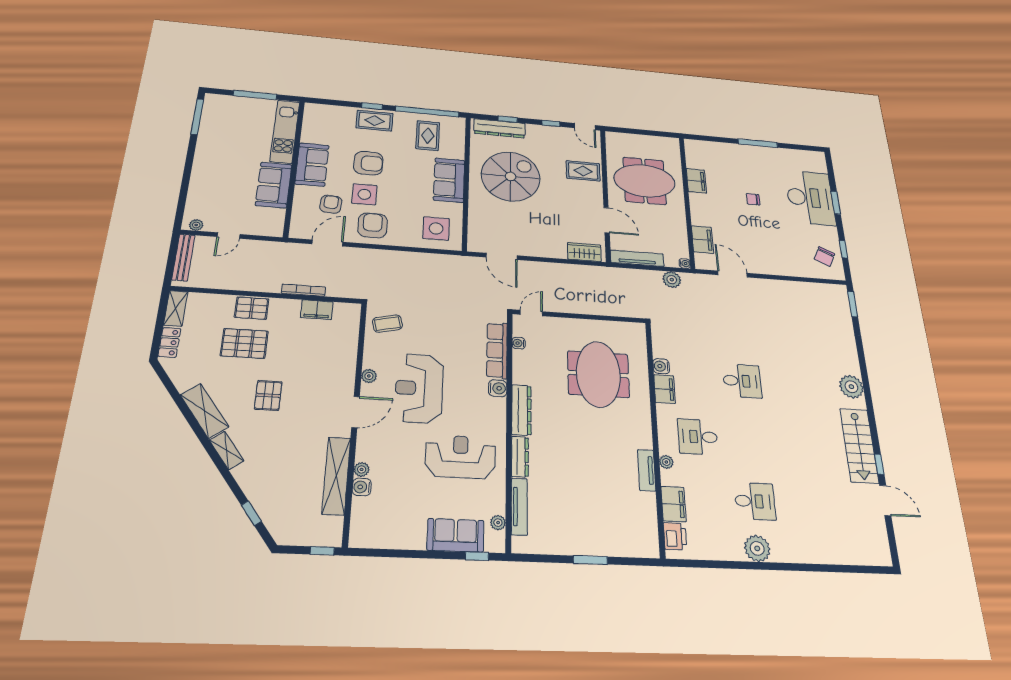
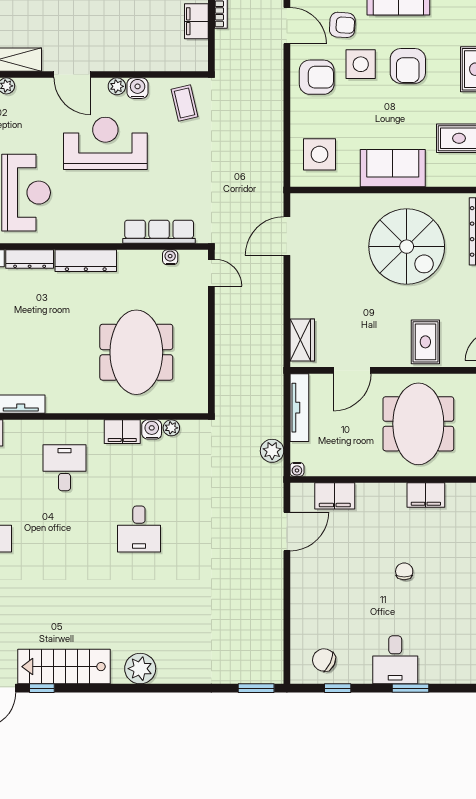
desk: (810, 198) -> (395, 660), width x0.53, depth x0.77
meeting table: (598, 374) -> (136, 352), turned 90
water cooler: (498, 388) -> (138, 88), moved, turned 180
plant: (666, 462) -> (171, 428), moved

